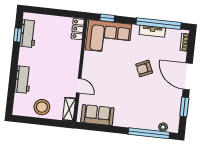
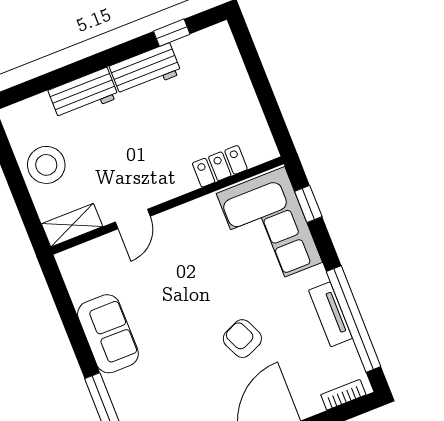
locker: (78, 29) -> (220, 166), moved
workbench: (28, 34) -> (145, 70), moved
sofa: (97, 115) -> (108, 334), moved

